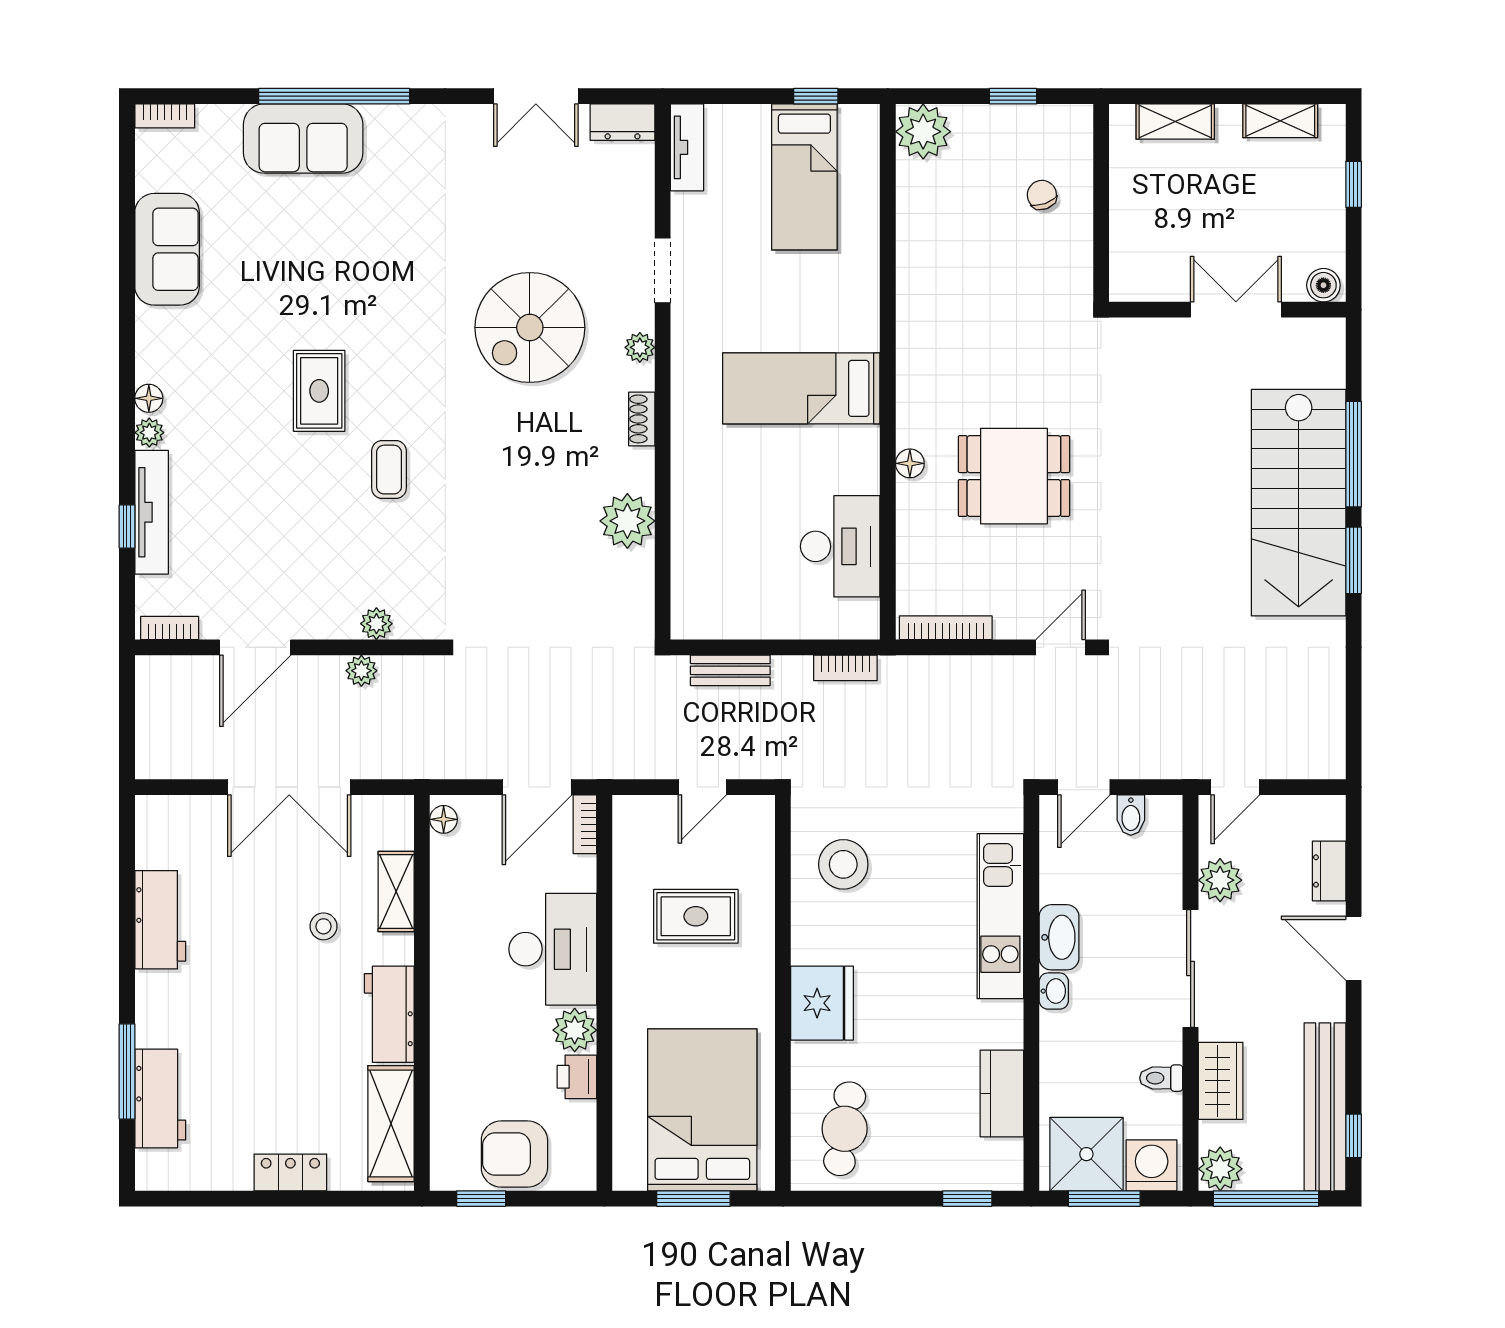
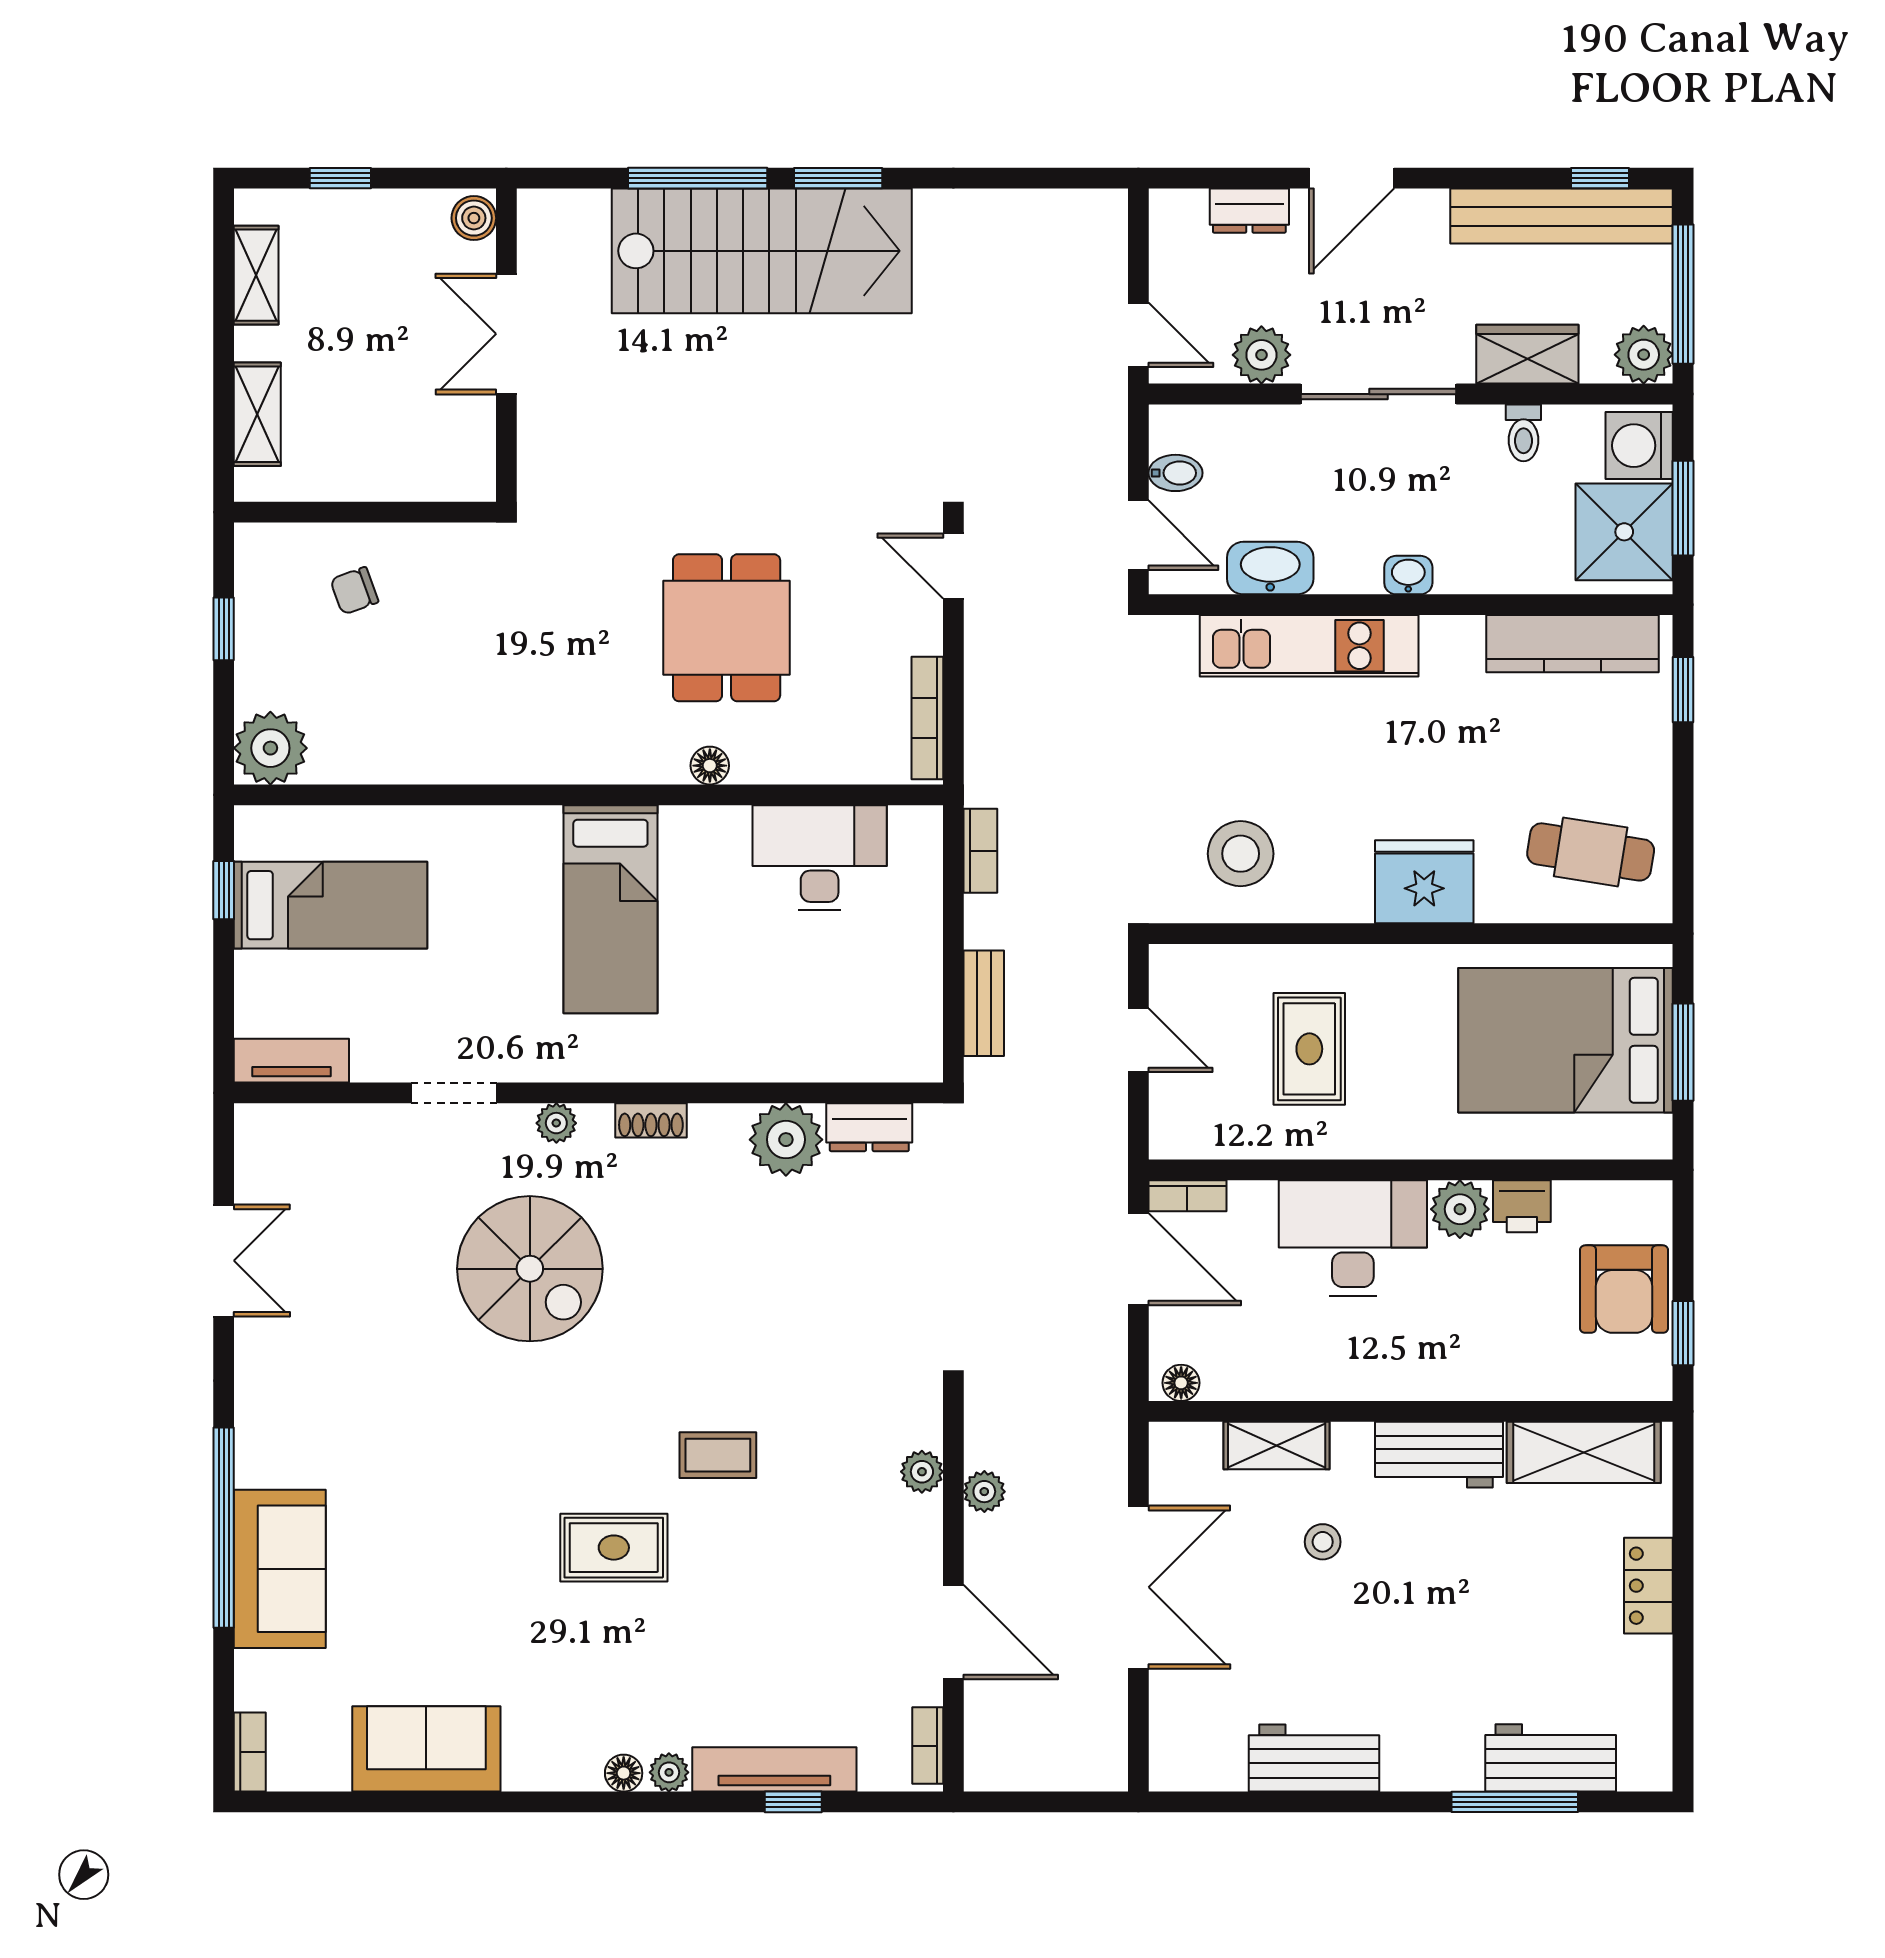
dresser: (623, 122) -> (869, 1127), moved, turned 90
washbasin: (1059, 937) -> (1270, 568), moved
kitchen counter: (1002, 1093) -> (1573, 644), width x1.50

